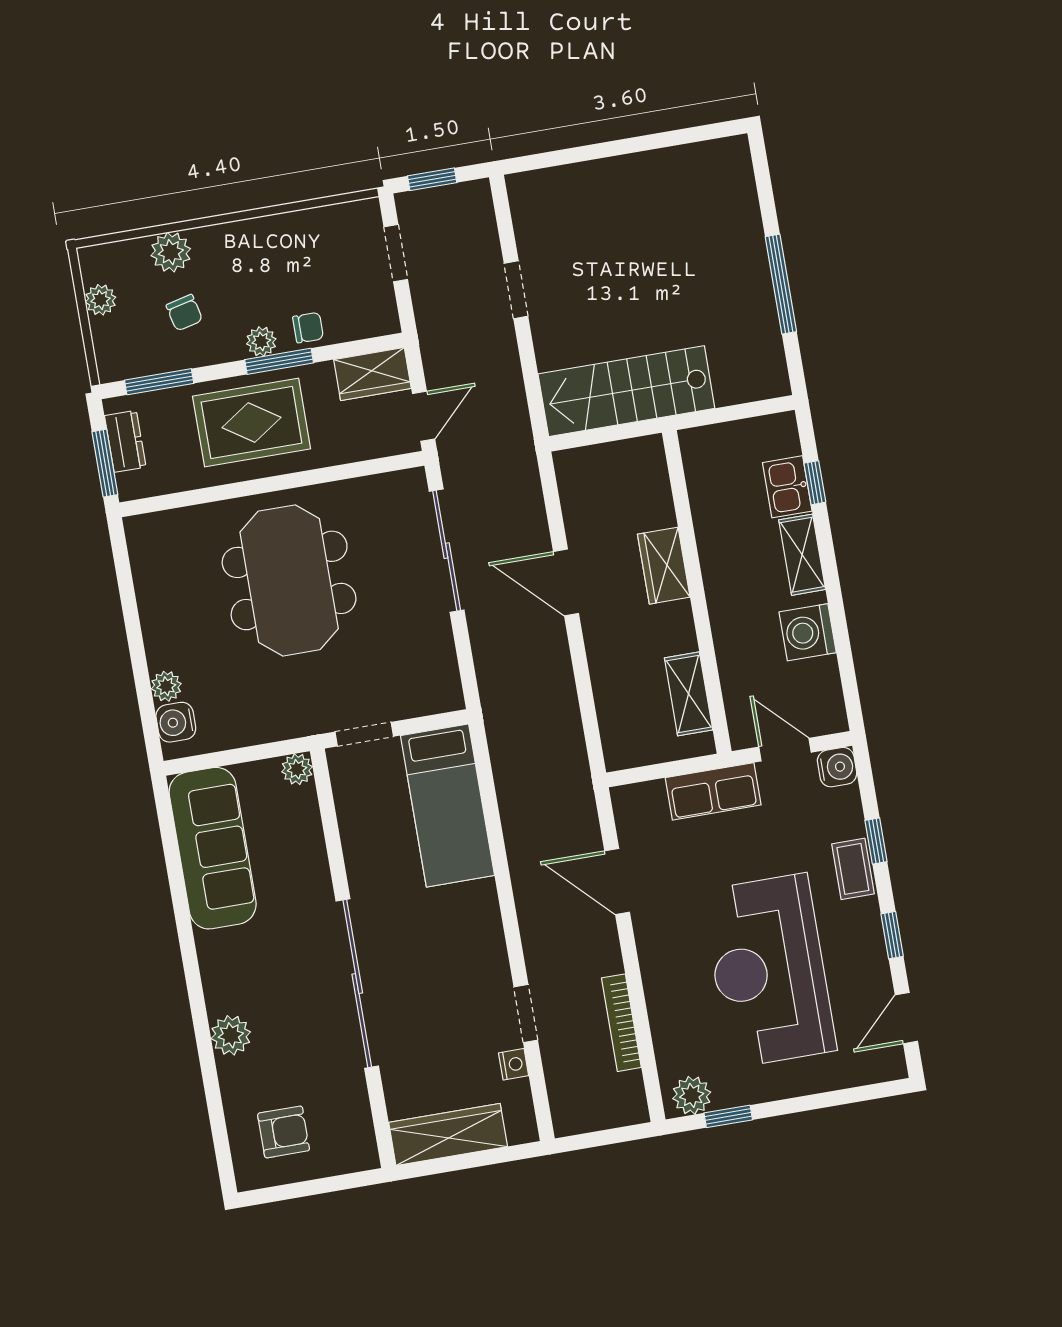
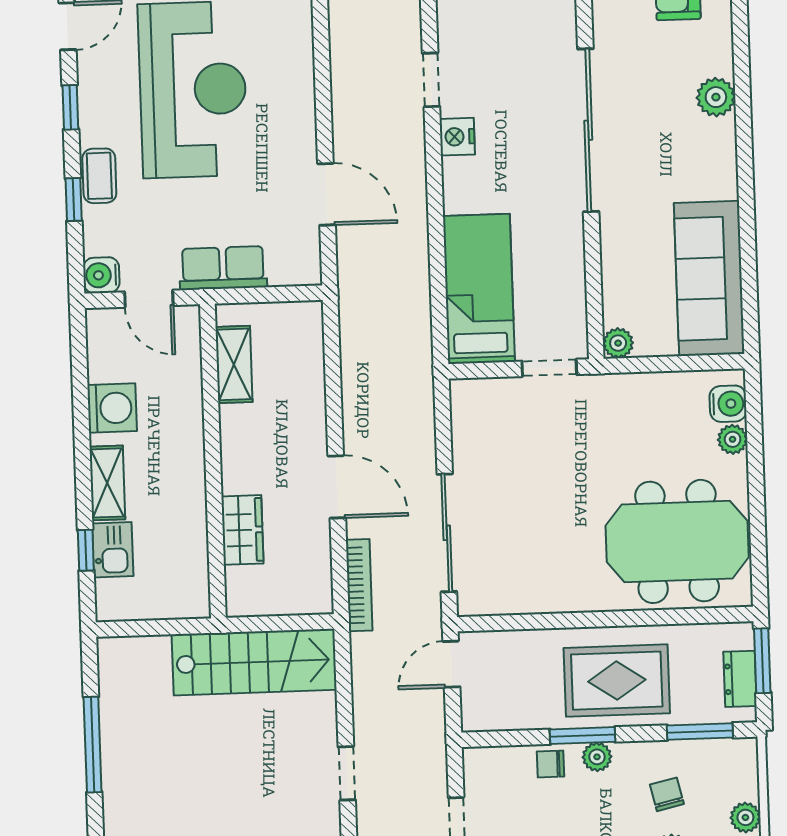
wardrobe: (372, 374) -> (495, 711), removed
wardrobe: (664, 566) -> (242, 530), moved
meeting table: (289, 580) -> (677, 541), moved, turned 90
bookcase: (621, 1023) -> (359, 585), moved
nightstand: (514, 1064) -> (457, 137), moved, width x1.39, depth x1.35

